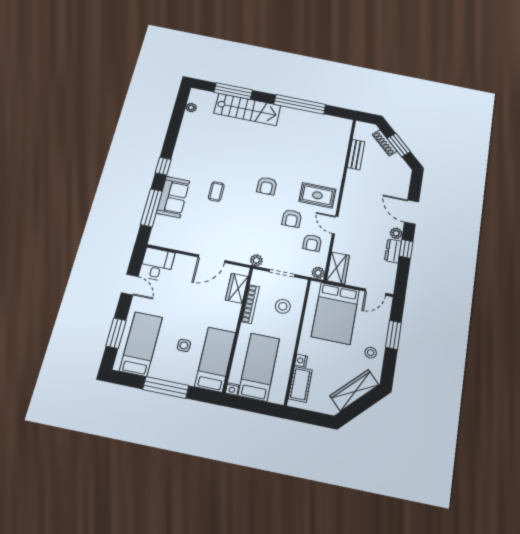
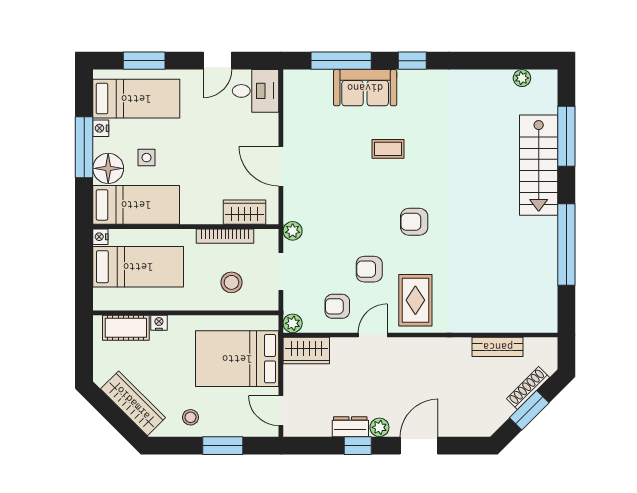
nightstand: (155, 373) -> (101, 128), added
floor lamp: (185, 373) -> (108, 168), added

